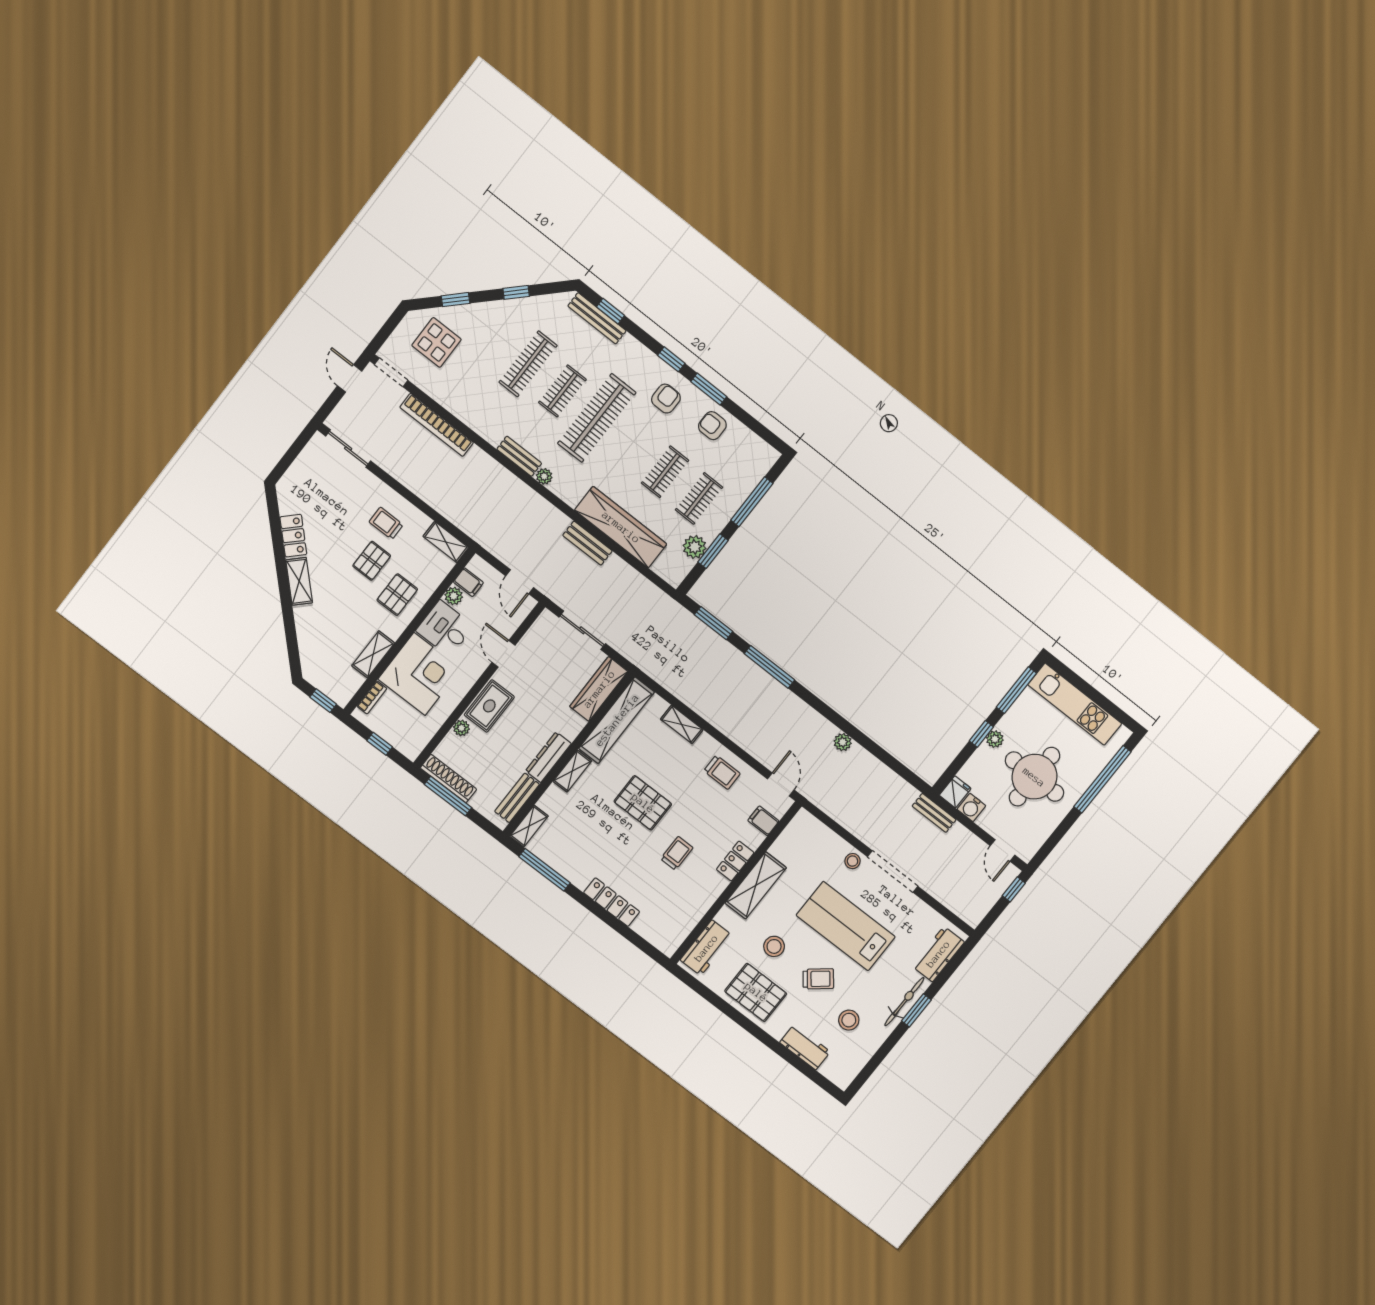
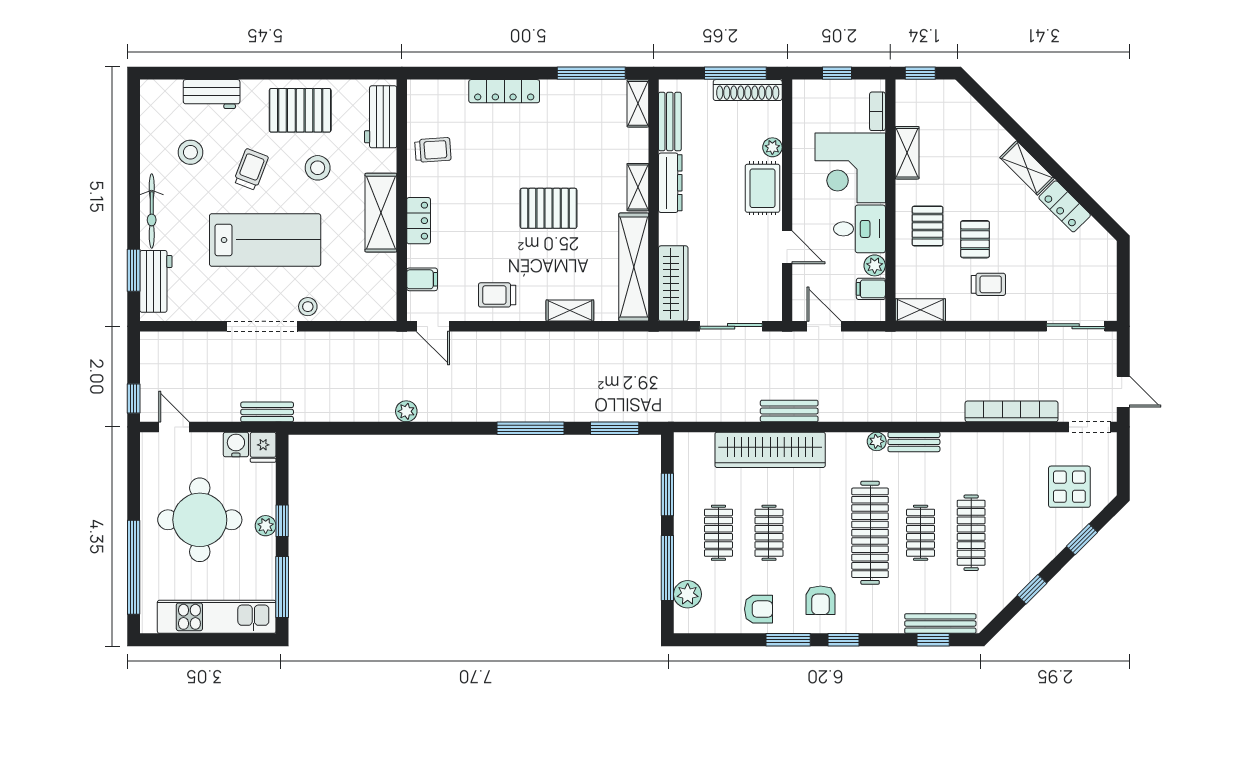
plant: (695, 547) -> (688, 594), moved
trolley: (677, 853) -> (433, 150), moved, turned -94
trolley: (818, 979) -> (251, 169), turned 150
window: (916, 1010) -> (134, 270), moved

